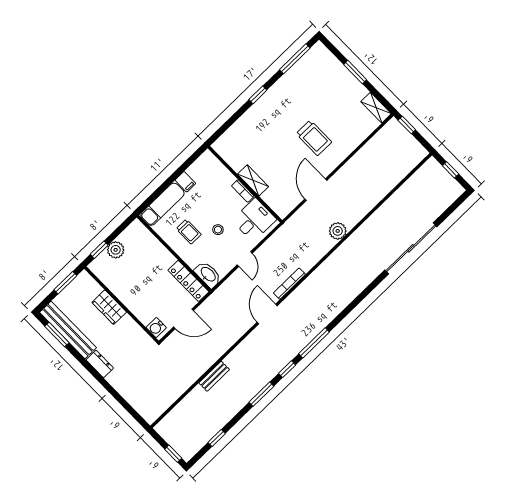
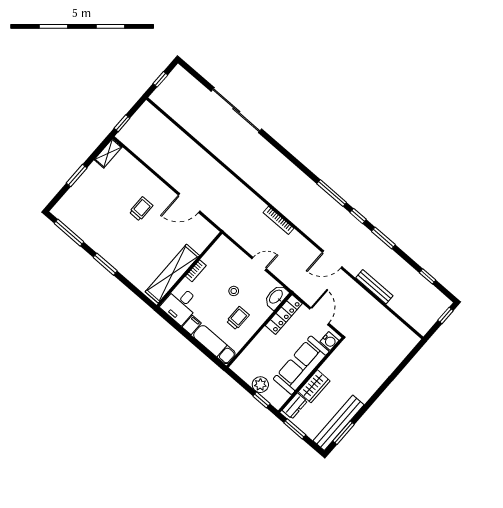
window: (258, 95) -> (105, 264), width x1.50
trolley: (314, 138) -> (141, 209), width x0.73, depth x0.72
shelving: (253, 180) -> (172, 274), width x2.20, depth x1.33
desk: (254, 220) -> (180, 305), moved, turned -90
plant: (338, 231) -> (226, 180), removed
sofa: (133, 295) -> (301, 365), added
door: (267, 314) -> (332, 259), moved
dresser: (100, 364) -> (295, 406), moved, turned 180
bench: (214, 376) -> (374, 287), width x1.36

